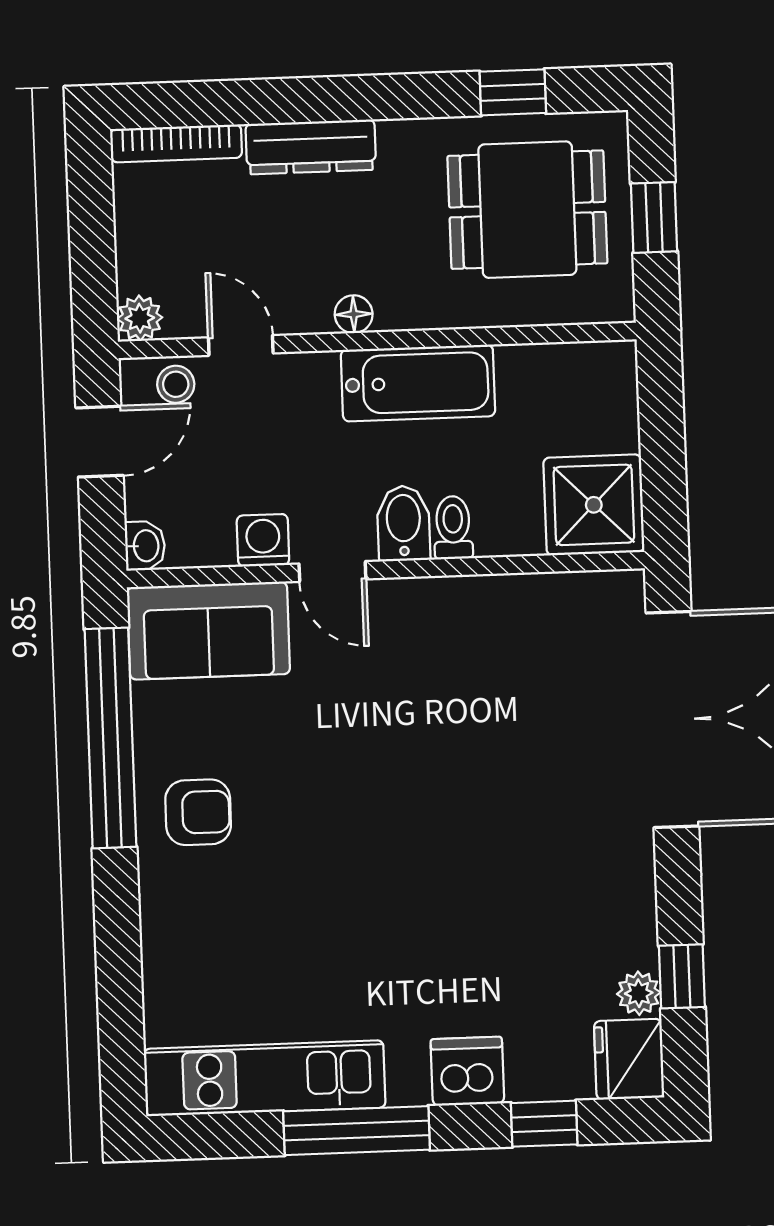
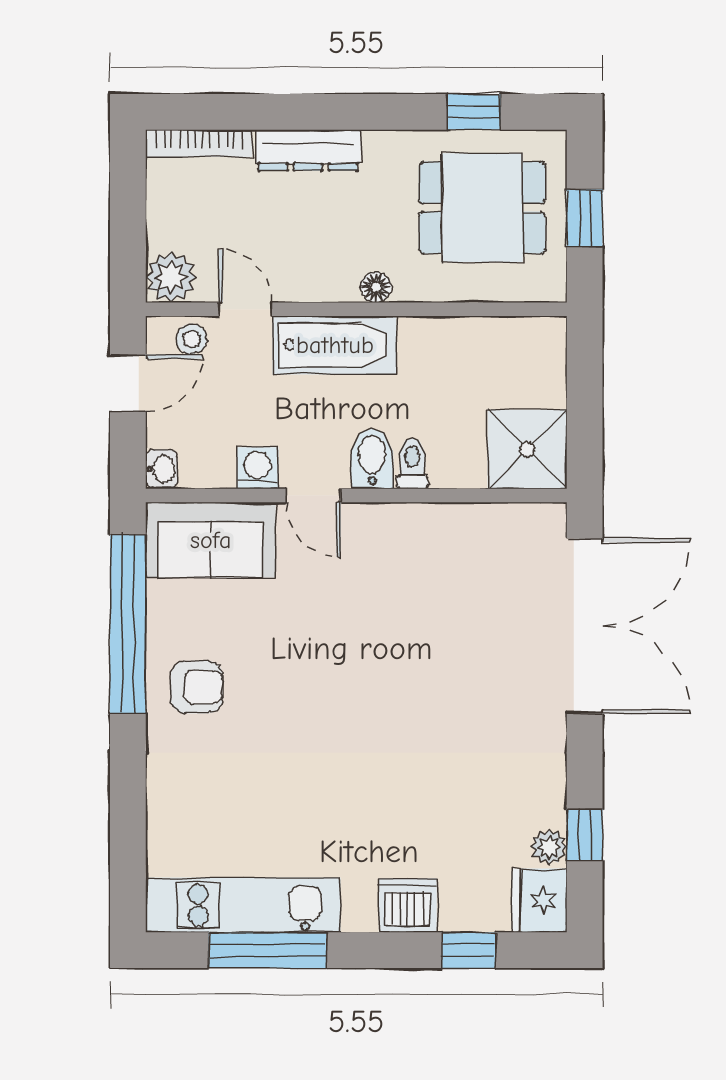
floor lamp: (354, 314) -> (376, 287), moved
plant: (140, 318) -> (171, 277), width x1.38, depth x1.38
bathtub: (418, 383) -> (335, 345), moved
window: (357, 1131) -> (268, 950), moved

